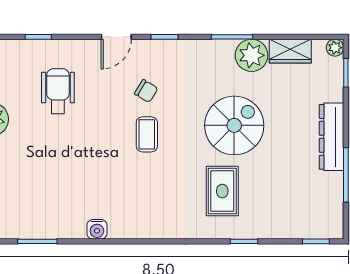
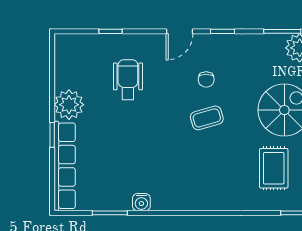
chair: (146, 91) -> (206, 79), turned 59
coffee table: (147, 134) -> (207, 118), turned 74
water cooler: (97, 229) -> (141, 202), moved

